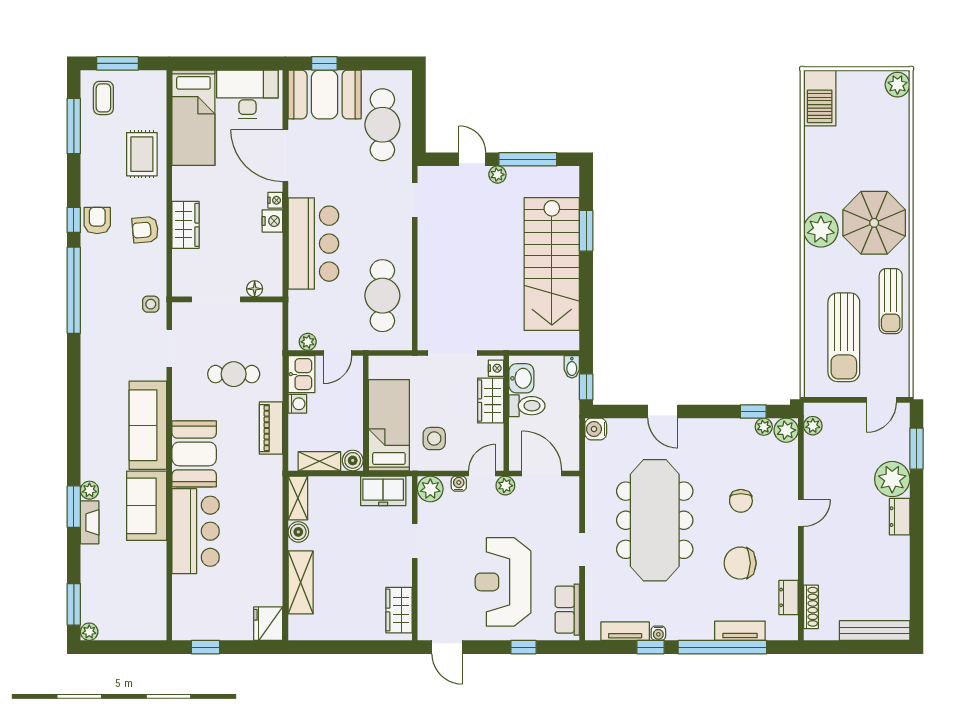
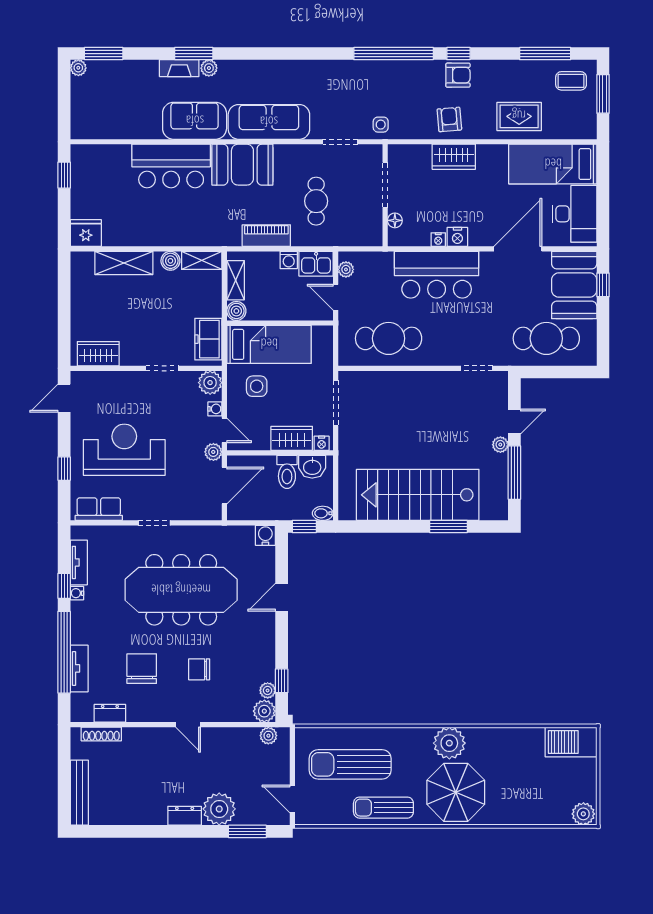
nightstand: (275, 200) -> (438, 240), moved

